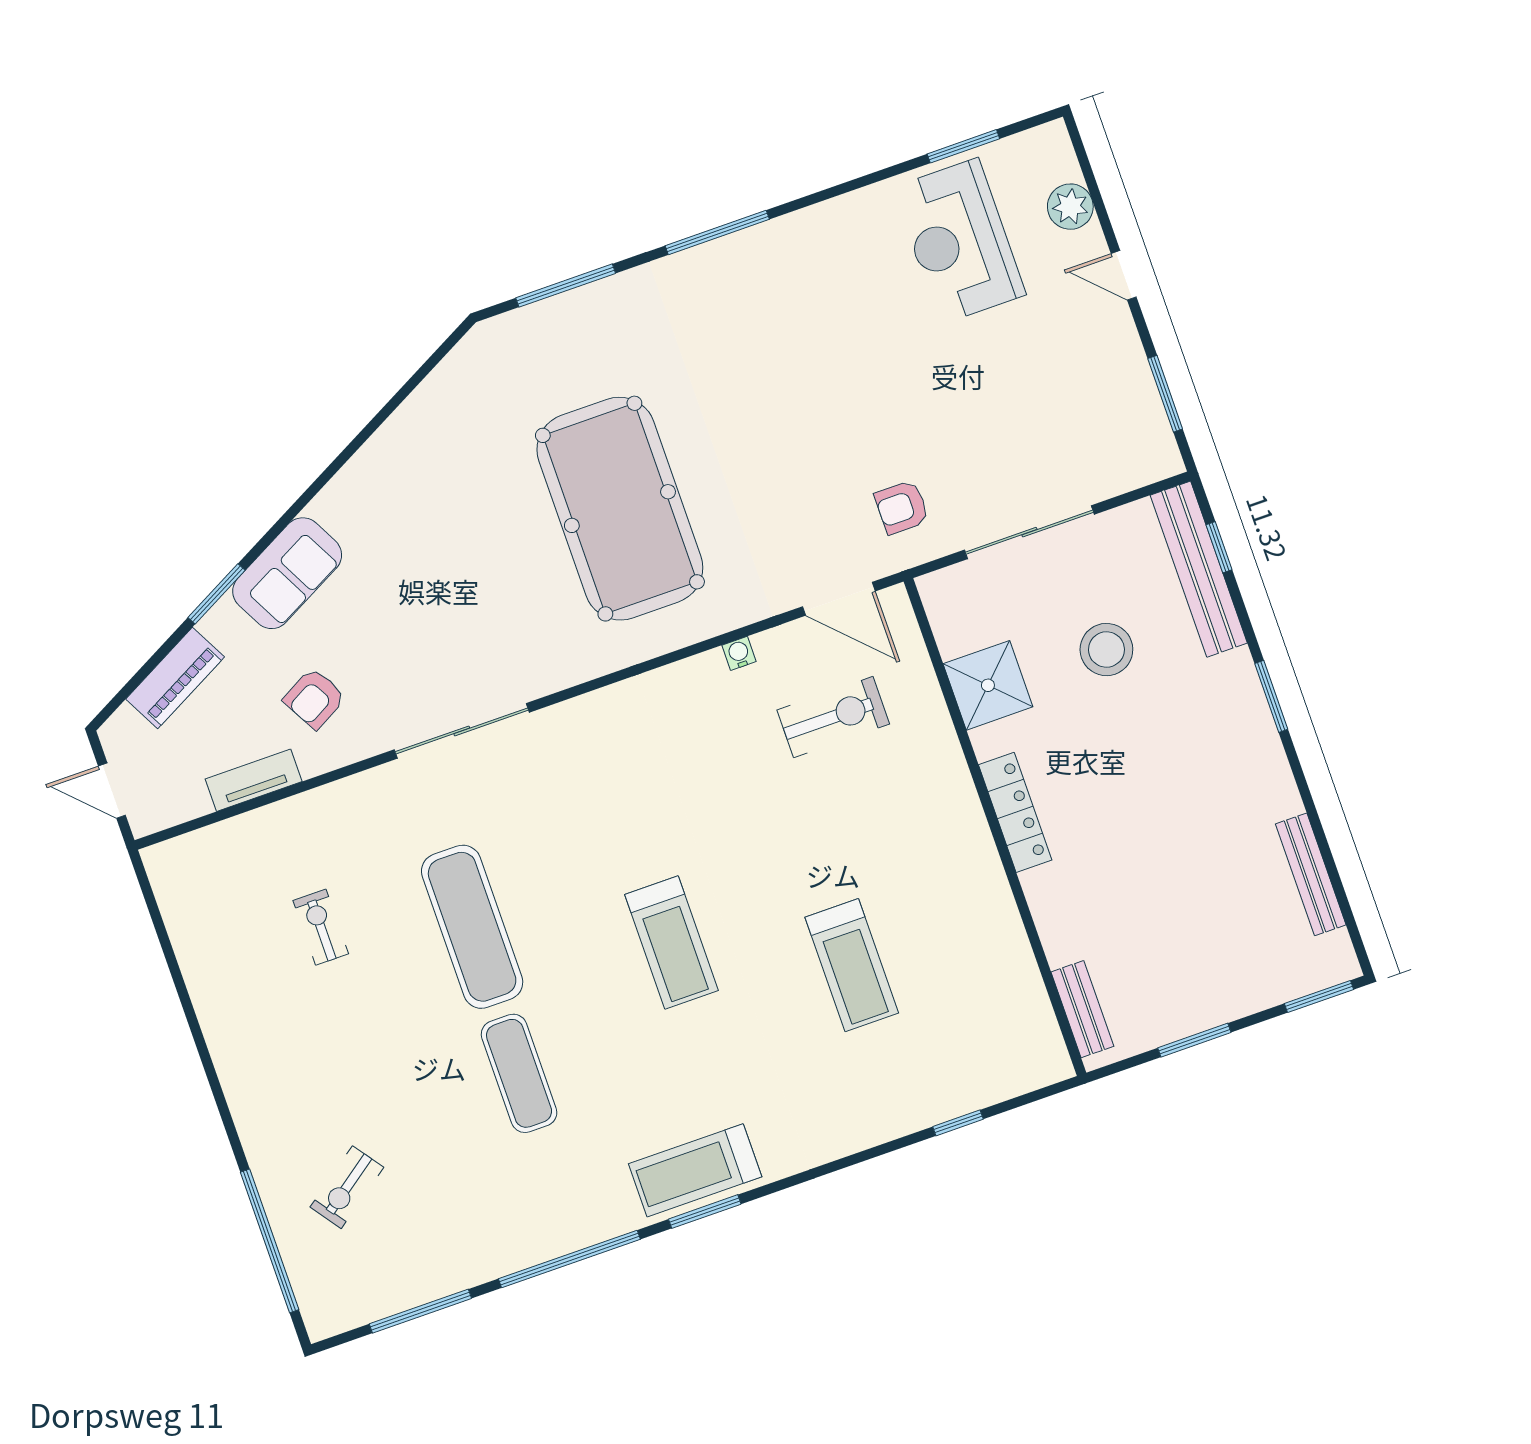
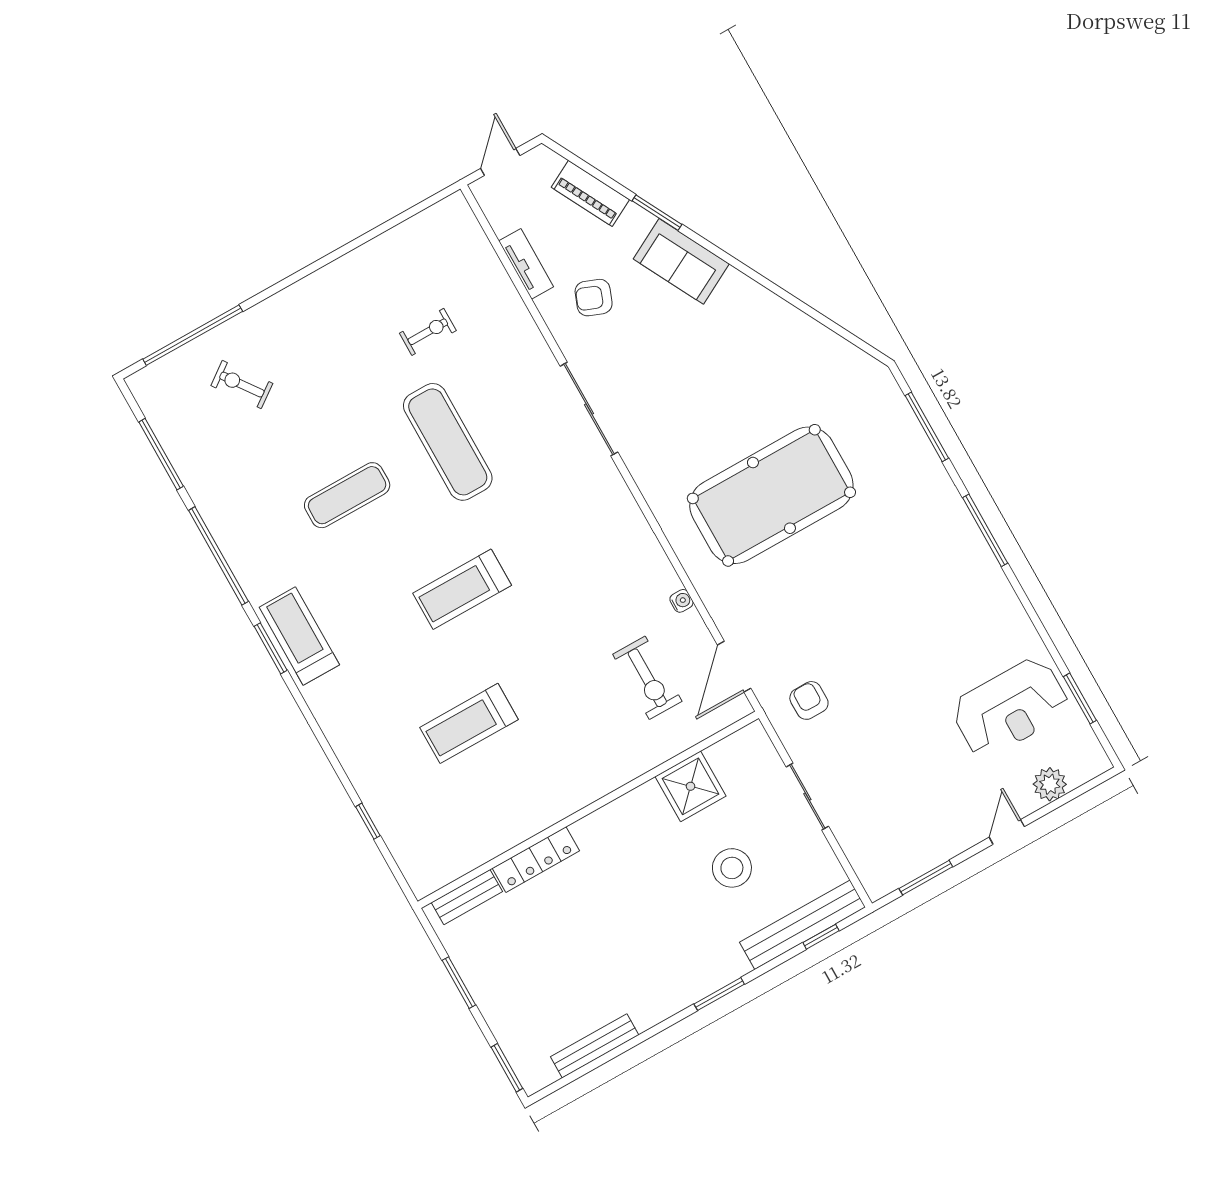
reception desk: (959, 241) -> (1010, 708), turned 180
sliding door: (1029, 532) -> (807, 797), width x0.73
armchair: (314, 698) -> (594, 298), turned -40
locker: (1015, 812) -> (536, 860), moved
exercise mat: (472, 927) -> (448, 442), turned 90

